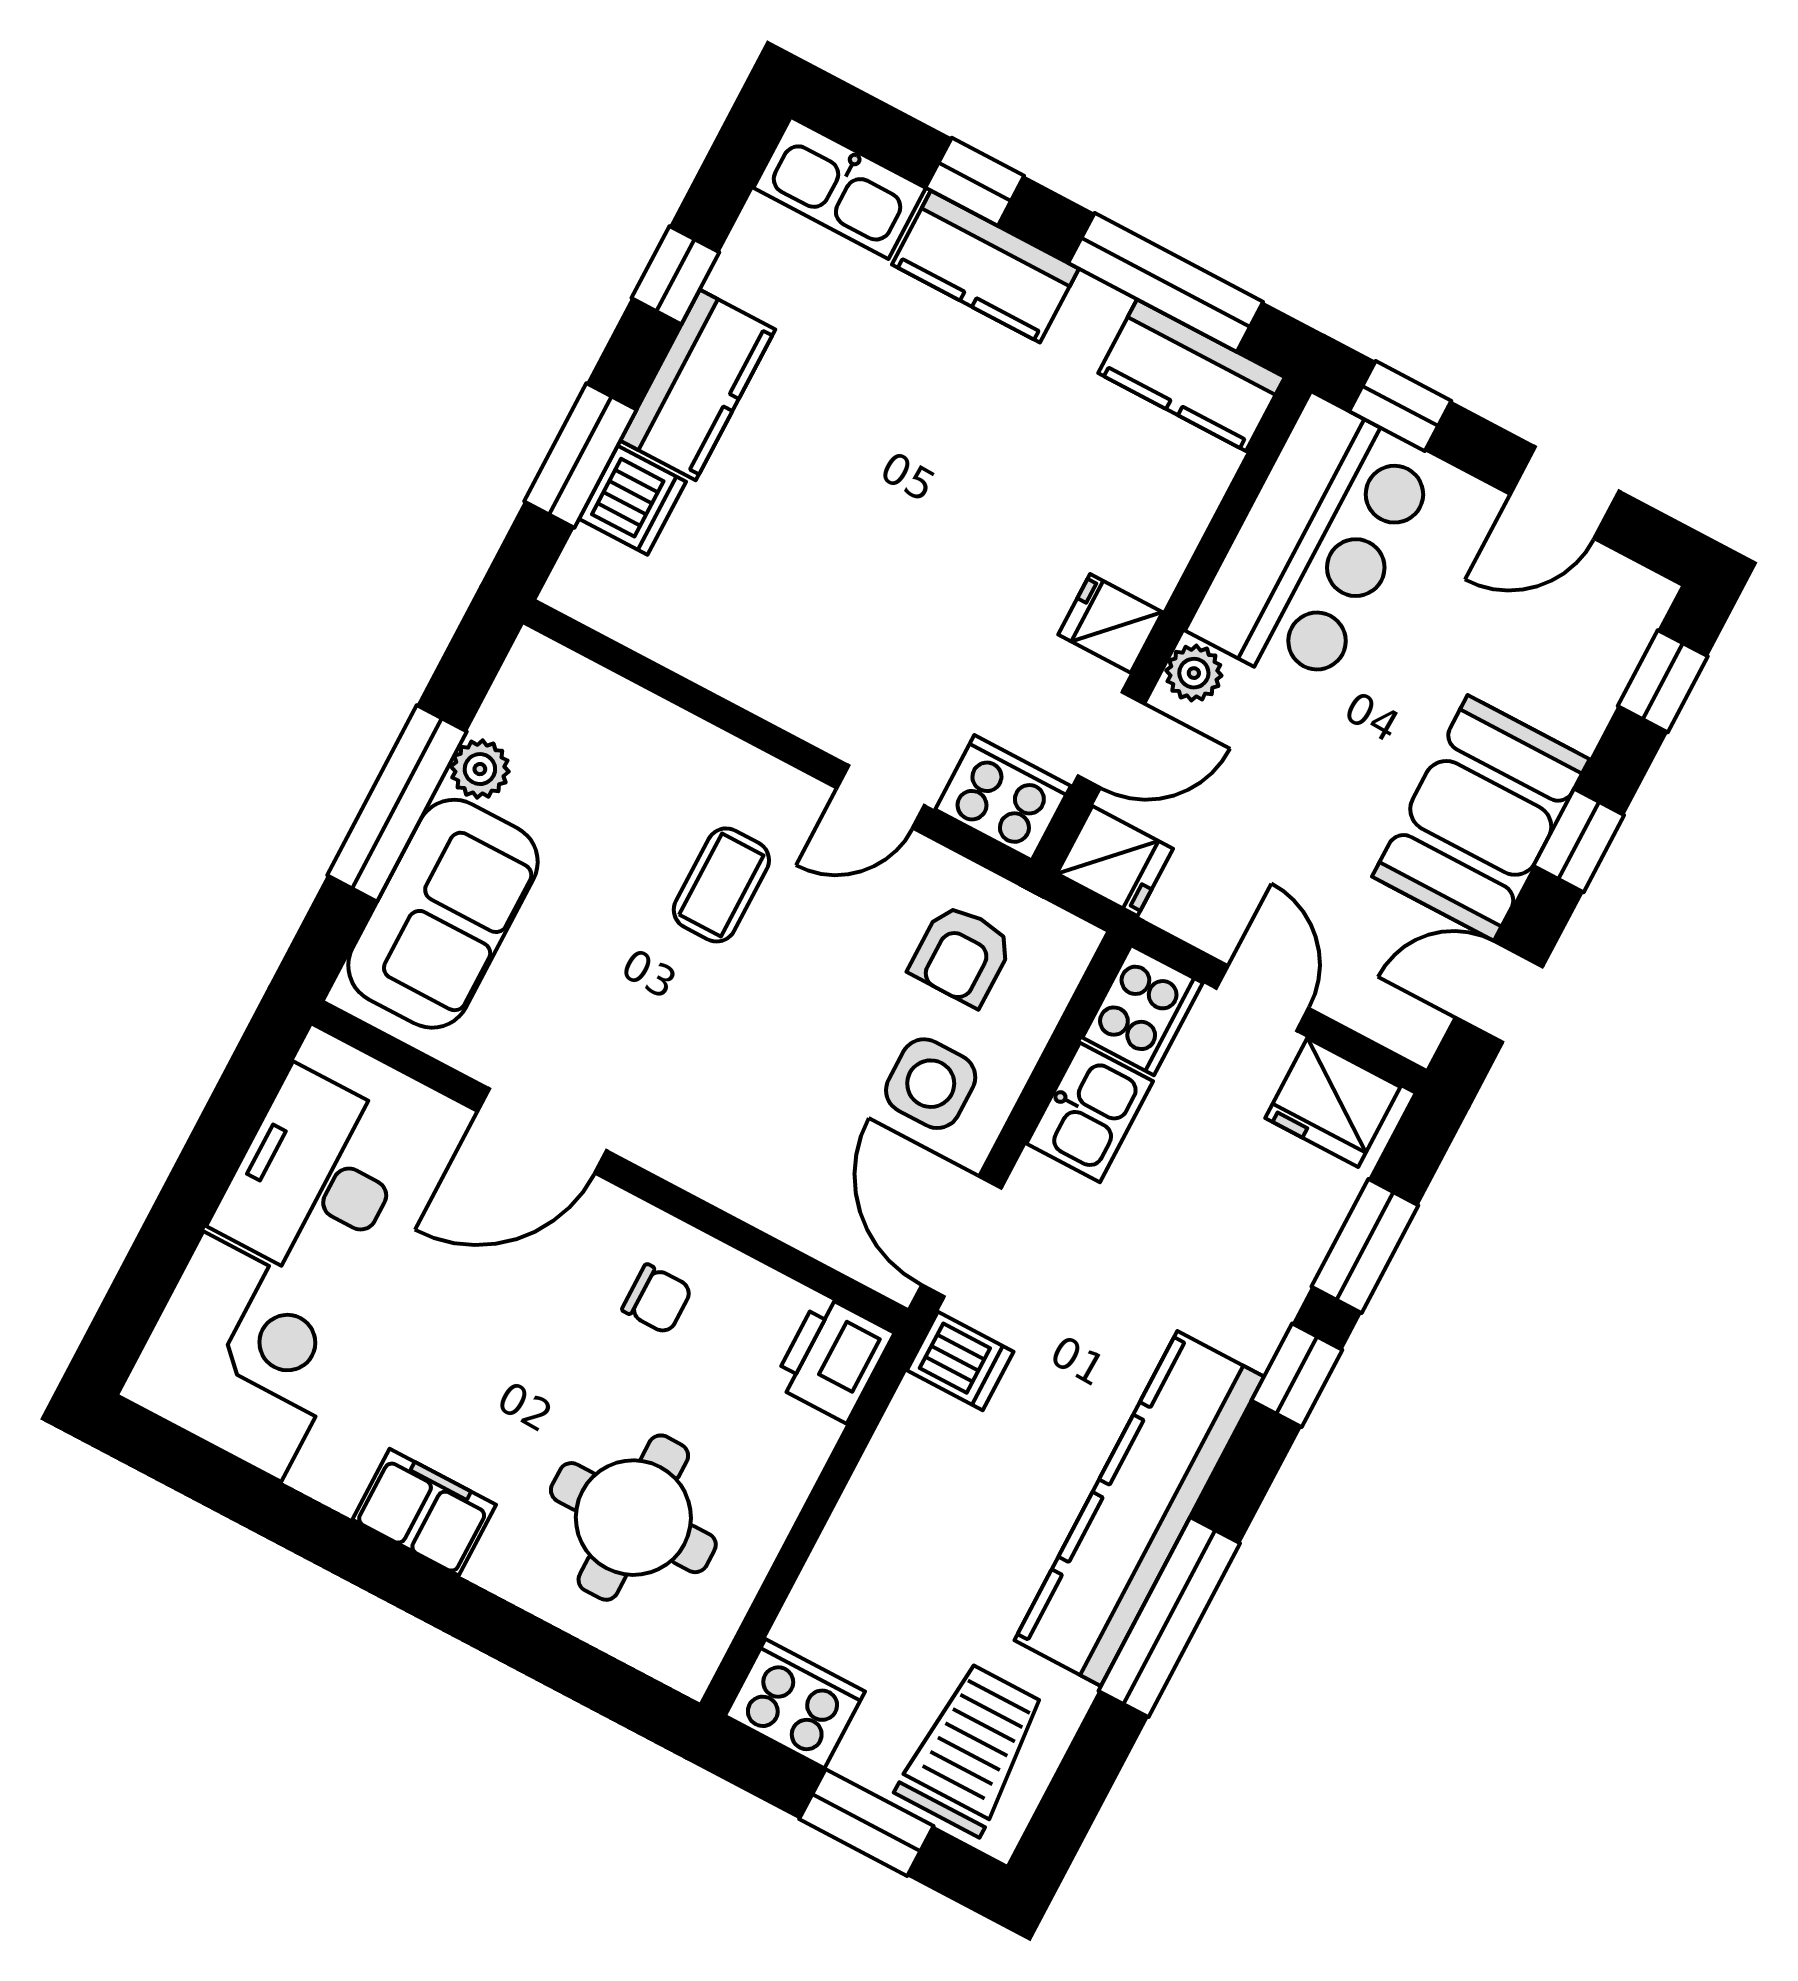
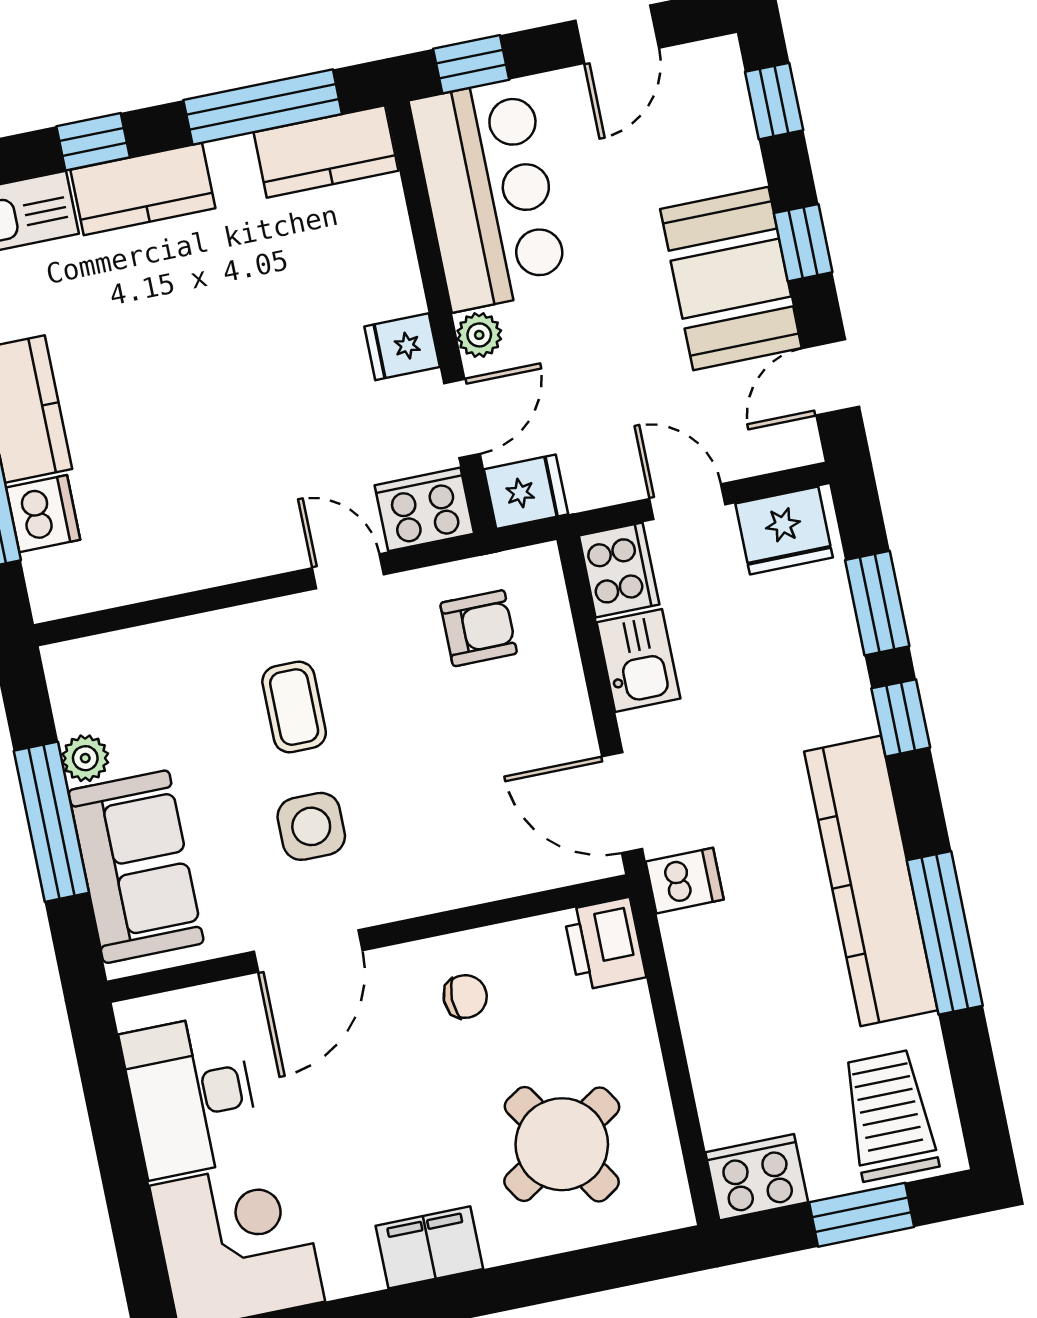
door: (881, 797) -> (348, 571), swing flipped
armchair: (961, 955) -> (479, 628), turned -90
side table: (931, 1084) -> (311, 826), moved
round table: (633, 1518) -> (562, 1144), turned -33

